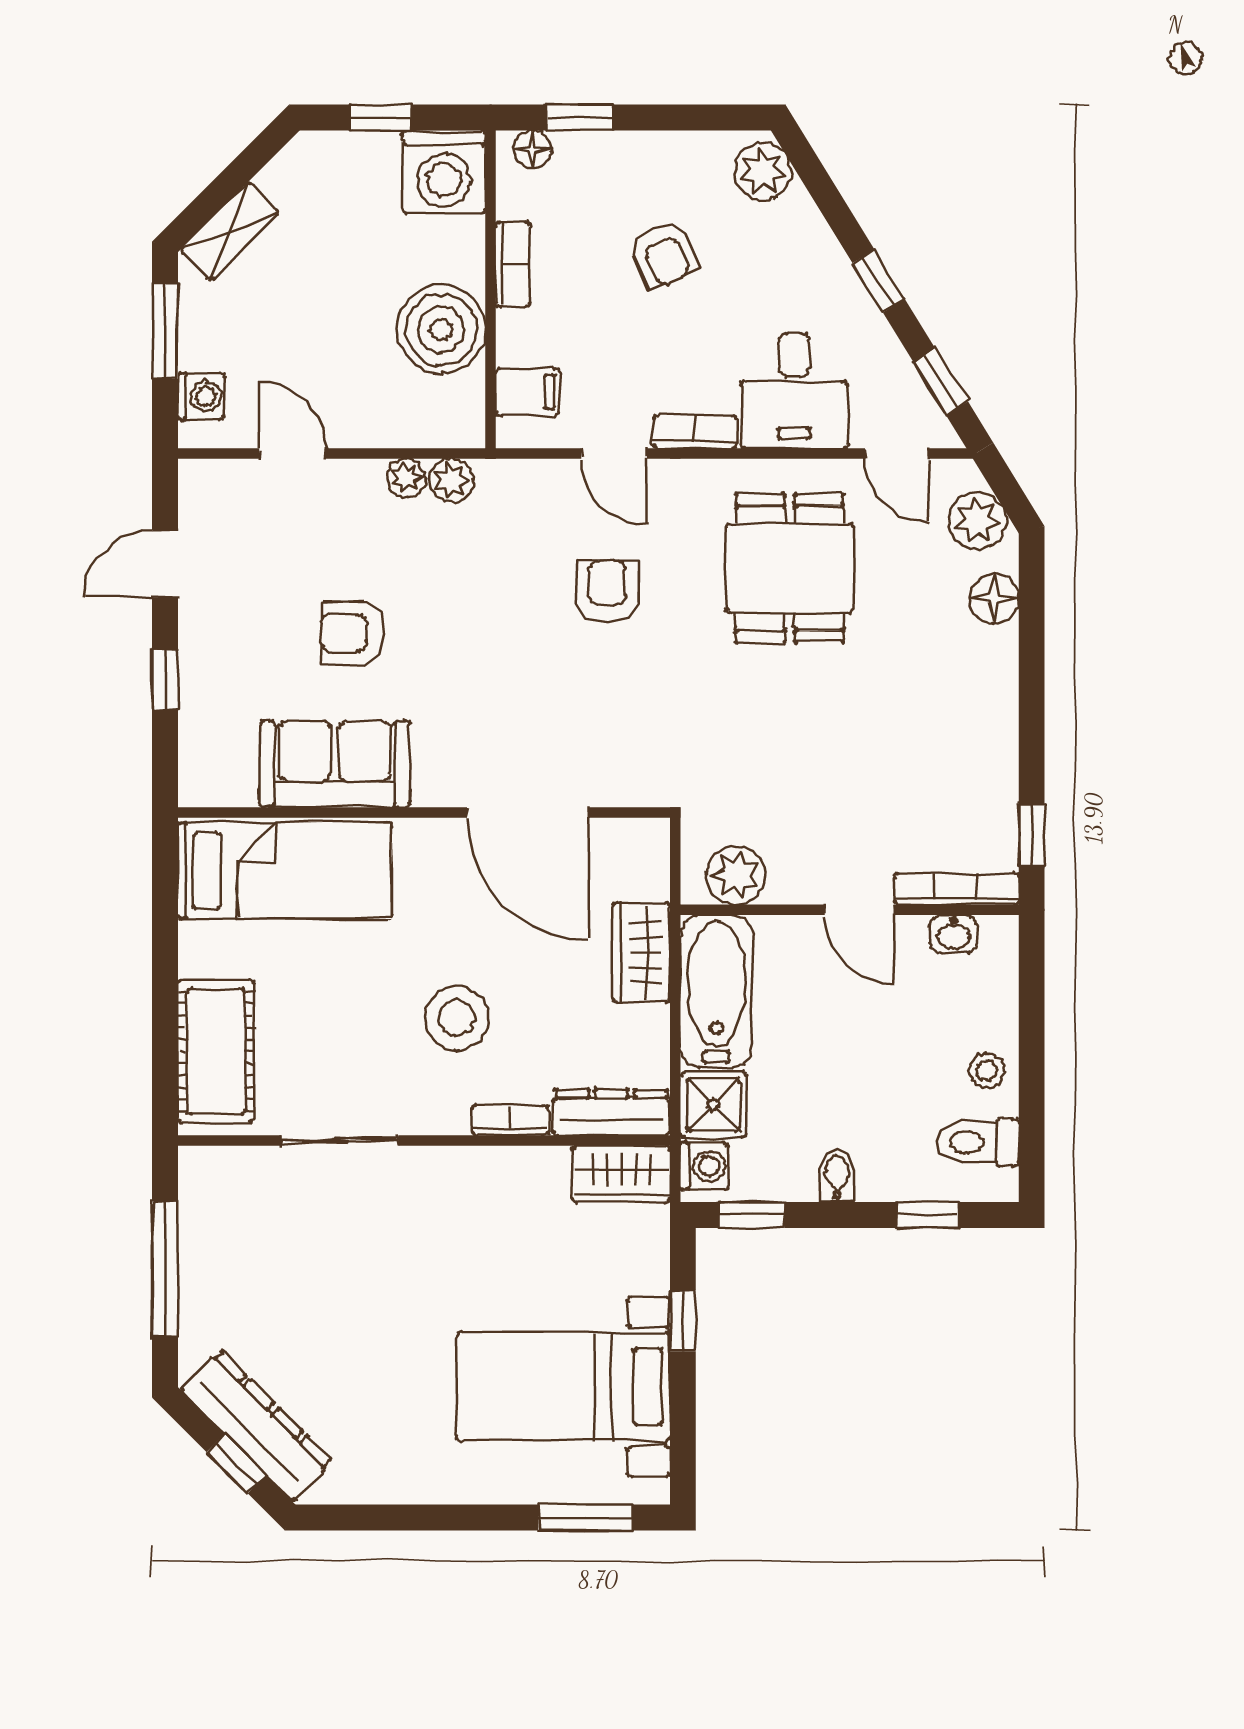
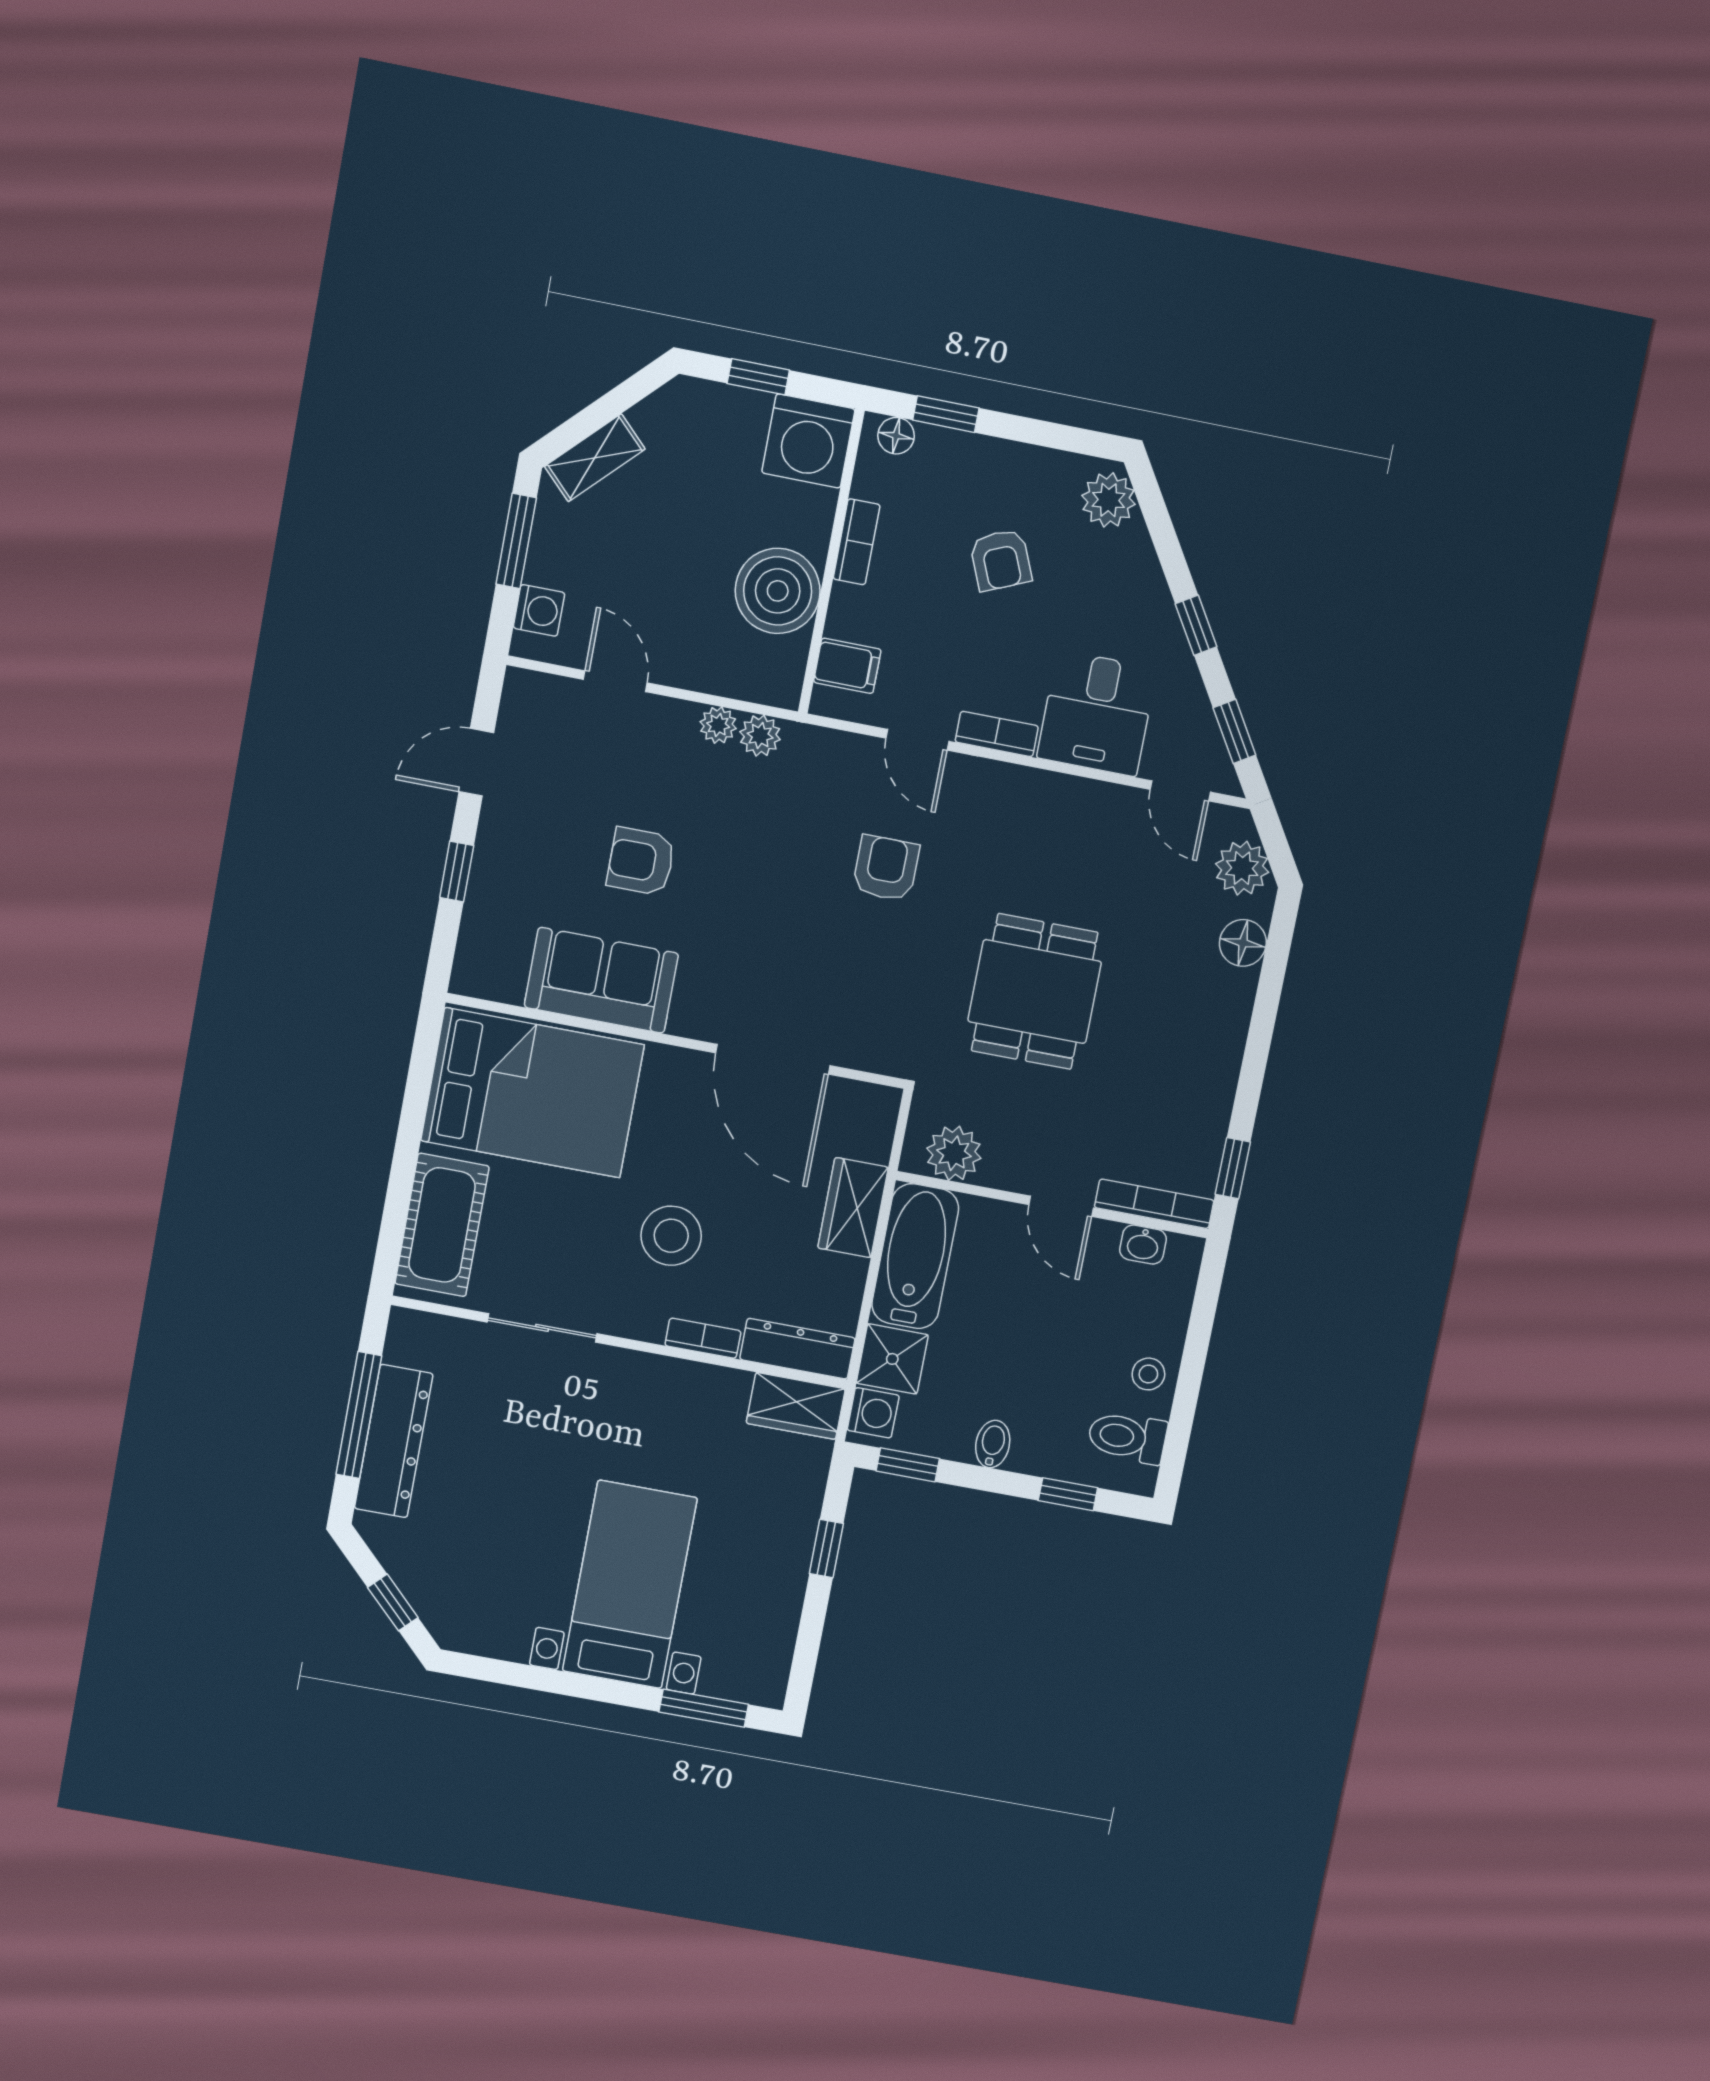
dining table: (790, 568) -> (1035, 992), moved
bed: (285, 871) -> (532, 1093), width x1.50
bed with nightstands: (563, 1387) -> (630, 1584), moved, turned 90
dresser: (256, 1425) -> (394, 1441), moved, turned 45

